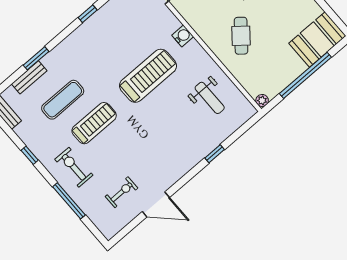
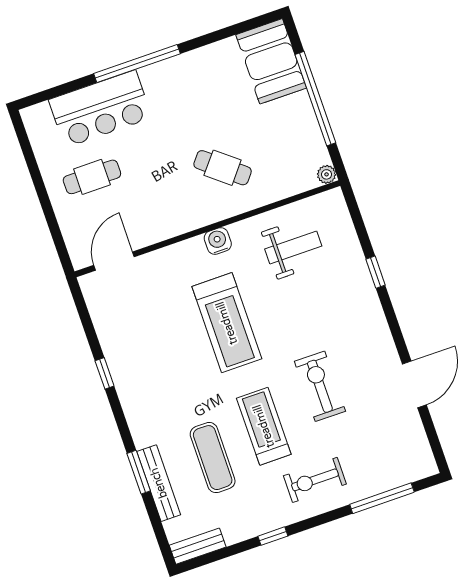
water cooler: (183, 36) -> (218, 241), moved
treadmill: (148, 76) -> (227, 323), turned 180
bench: (29, 77) -> (159, 483), width x1.36
exercise bike: (122, 192) -> (320, 386), moved, width x1.38, depth x1.39
window: (69, 201) -> (382, 498), moved

